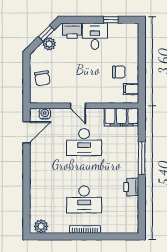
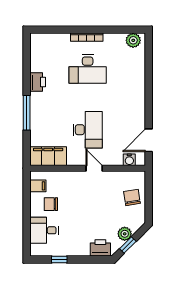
desk: (95, 36) -> (44, 230), moved, turned 90
desk: (84, 142) -> (88, 130), turned 90
desk: (84, 199) -> (88, 69), turned 180

